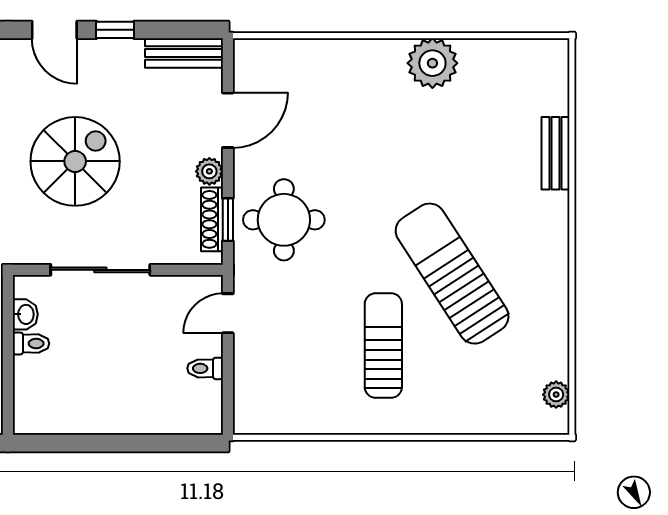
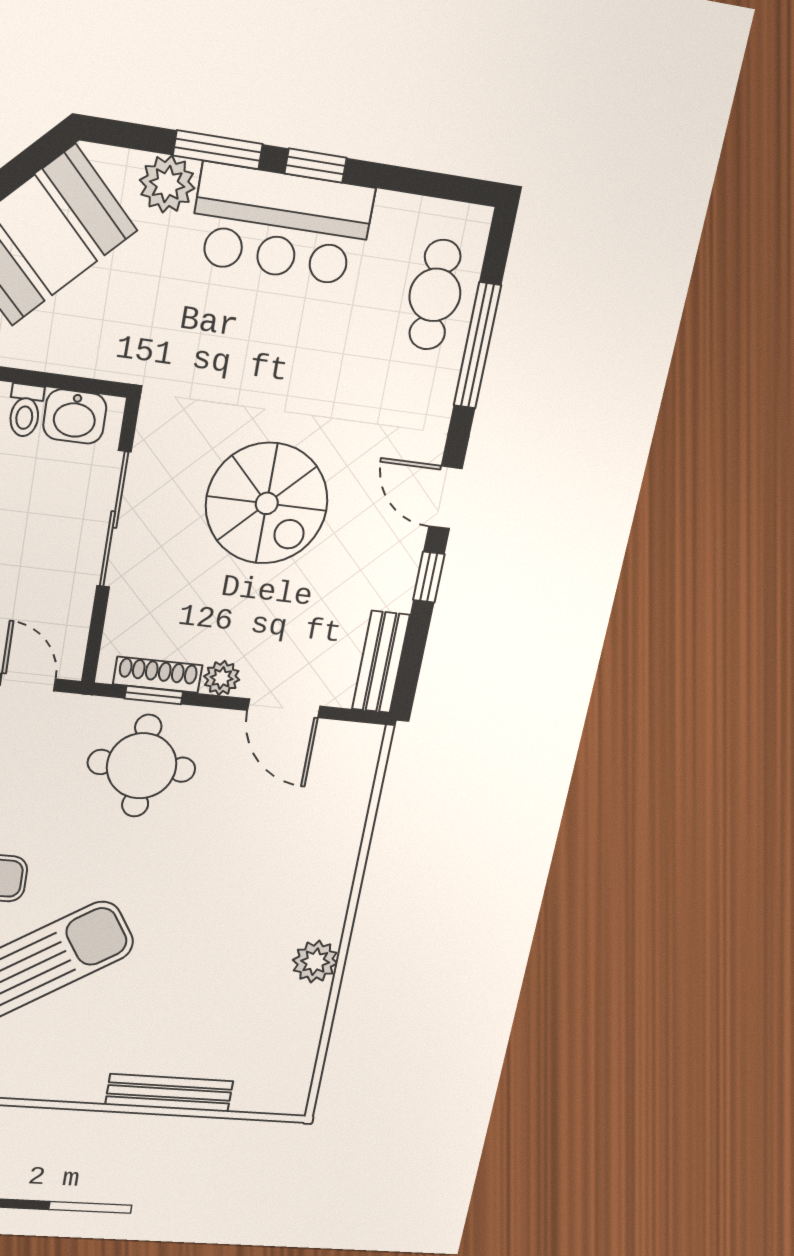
door: (54, 30) -> (445, 498), hinge flipped
plant: (432, 63) -> (315, 962), width x0.73, depth x0.73
bench: (556, 153) -> (169, 1093), width x1.36
washbasin: (25, 314) -> (75, 417), width x1.38, depth x1.45

